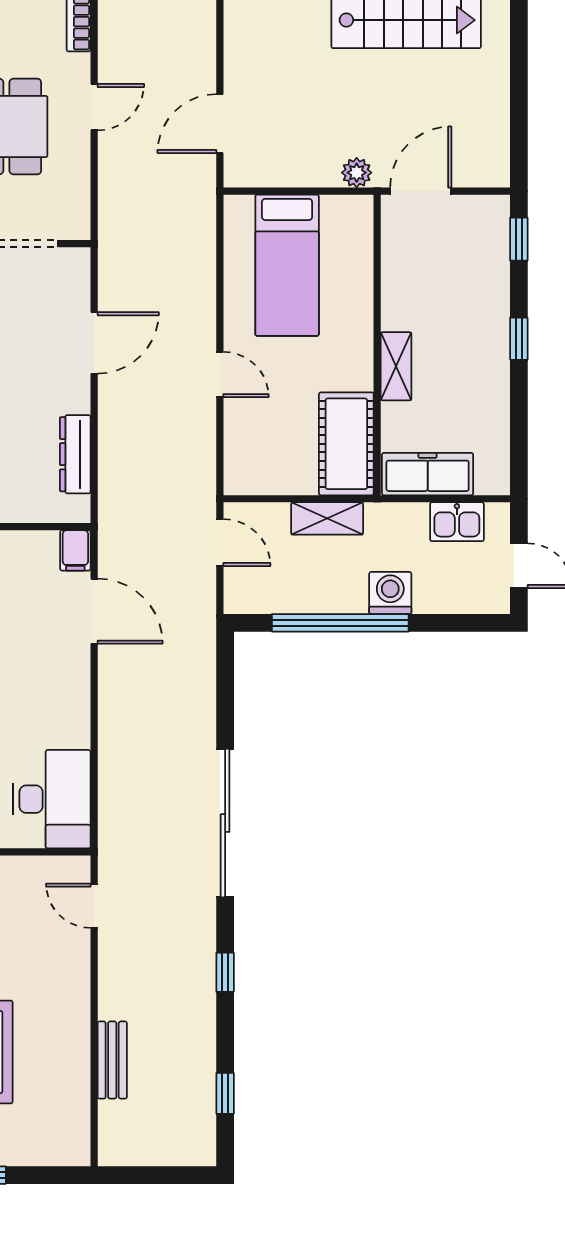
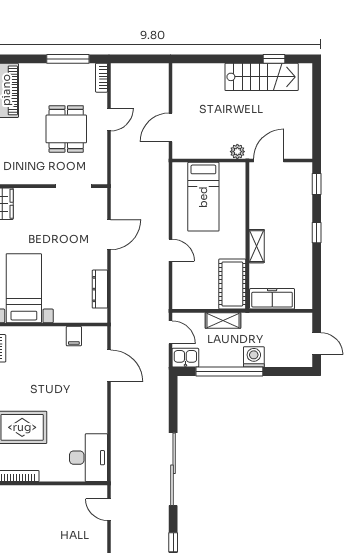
kitchen sink: (457, 522) -> (185, 358), moved, turned 180
filing cabinet: (75, 550) -> (74, 336), moved

